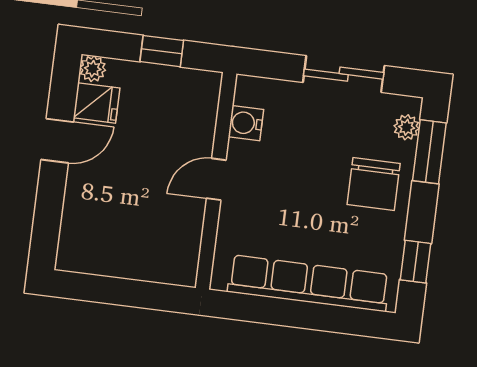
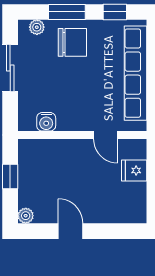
fridge: (97, 103) -> (134, 170), moved, turned -90
window: (429, 152) -> (67, 12), moved
door: (216, 179) -> (106, 135), moved

